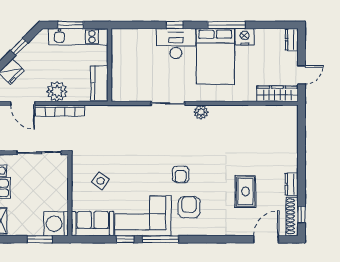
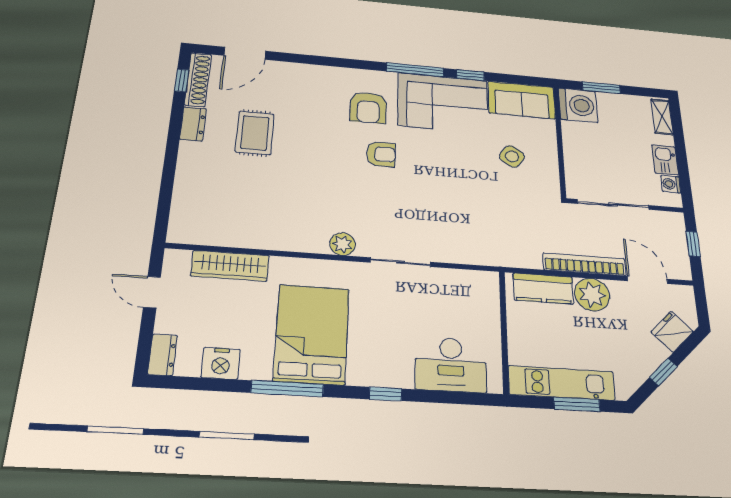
nightstand: (245, 37) -> (221, 363), moved
desk: (176, 44) -> (451, 365), moved
door: (301, 75) -> (152, 292), hinge flipped
kitchen counter: (99, 83) -> (543, 289), moved, turned 90
wardrobe: (277, 94) -> (230, 266), moved
armchair: (181, 174) -> (381, 154), turned 90
rug: (245, 192) -> (255, 133), moved

